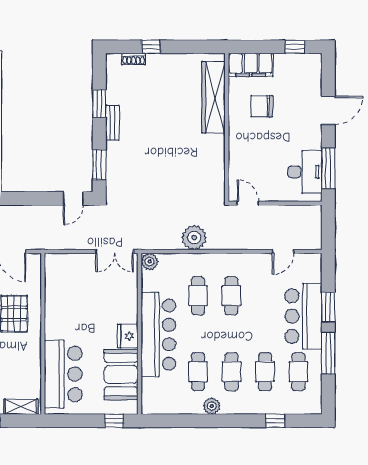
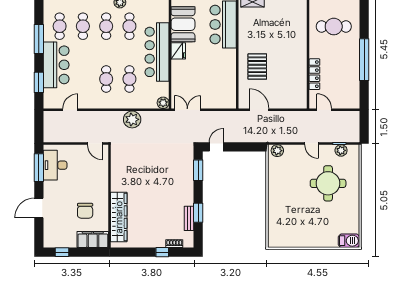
chair: (262, 106) -> (85, 211), turned 90
bench: (112, 123) -> (189, 218), moved
window: (328, 307) -> (39, 82), moved

